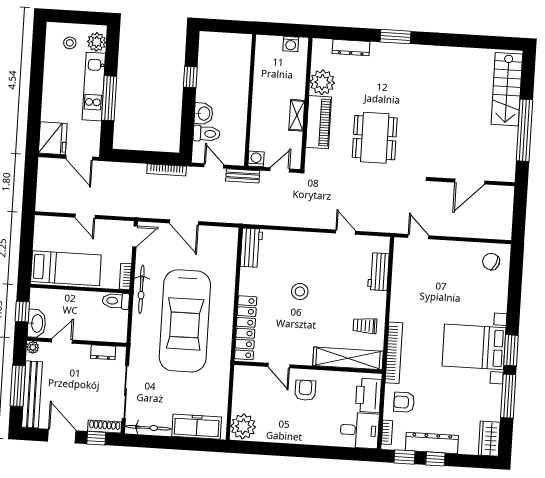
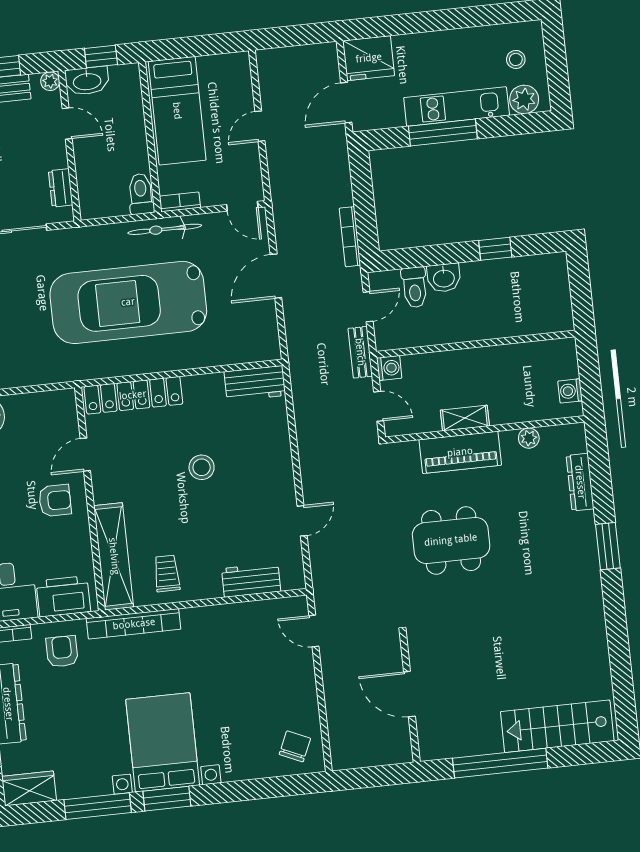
plant: (322, 82) -> (529, 438), width x0.53, depth x0.53
door: (418, 237) -> (314, 631), swing flipped

